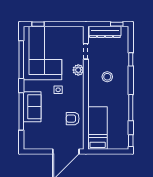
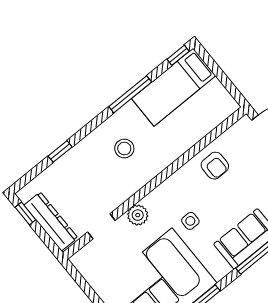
stool: (107, 77) -> (124, 149), moved
bed: (98, 128) -> (174, 87), moved

